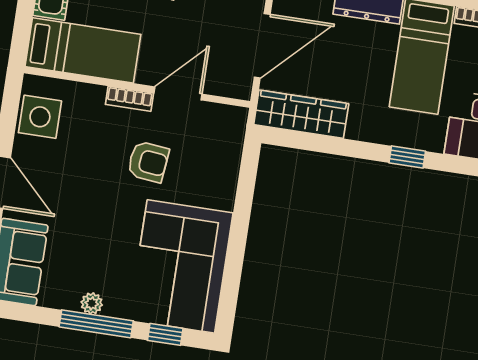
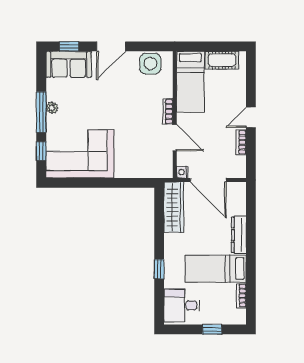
nightstand: (241, 89) -> (182, 172), added
armchair: (148, 162) -> (135, 127), removed

